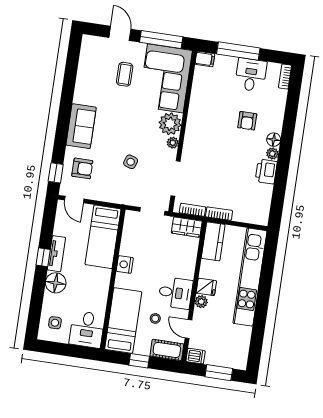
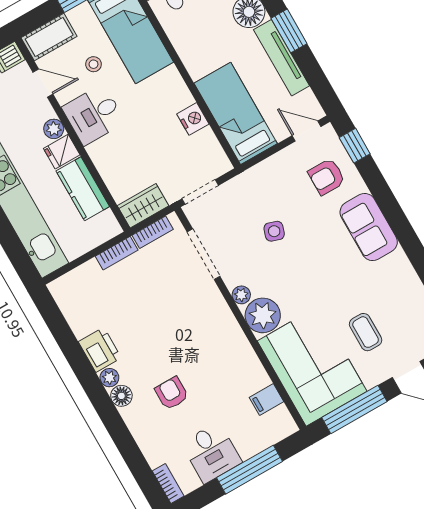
filing cabinet: (205, 59) -> (266, 400), moved
kitchen counter: (213, 241) -> (83, 189), moved
tv unit: (56, 254) -> (282, 58), width x1.41
window: (43, 257) -> (289, 31), width x1.50
nightstand: (125, 265) -> (193, 119), moved

